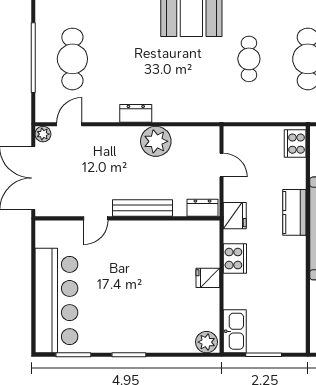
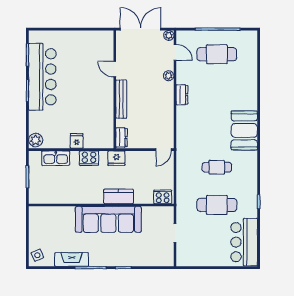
plant: (156, 141) -> (169, 76), moved, width x0.53, depth x0.53
door: (221, 165) -> (164, 150), moved
bar counter: (56, 301) -> (42, 77), moved, turned -90
kitchen sink: (235, 331) -> (56, 158), moved

